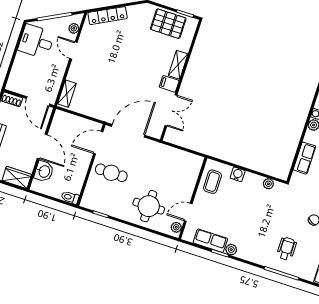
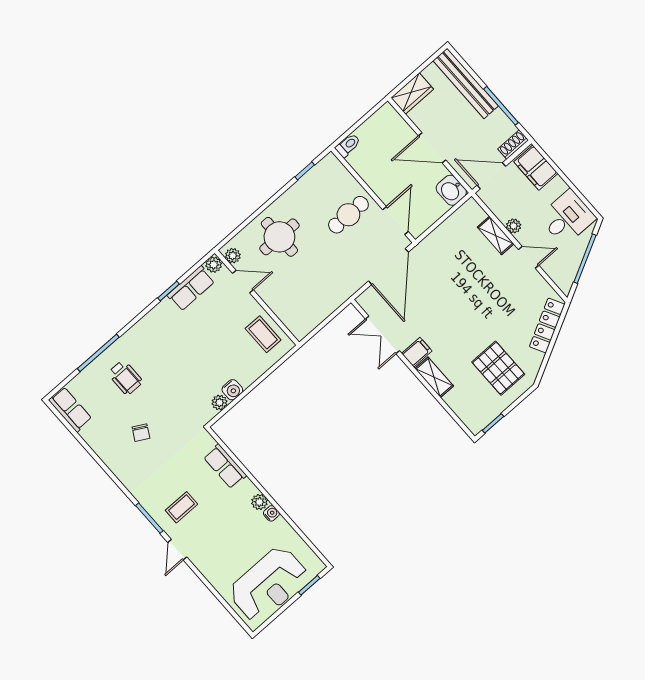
pallet: (168, 24) -> (498, 368), moved, turned 90
plant: (74, 28) -> (514, 226), moved
filing cabinet: (17, 78) -> (536, 168), added
shelving: (67, 94) -> (496, 235), moved
washbasin: (44, 171) -> (451, 190), moved
water cooler: (238, 174) -> (232, 390), moved
door: (188, 212) -> (243, 282), hinge flipped
plant: (231, 250) -> (214, 265), moved

